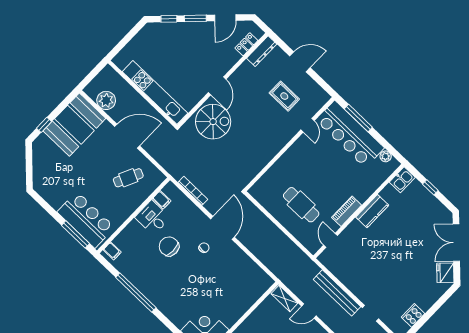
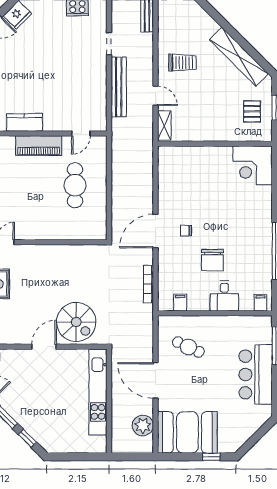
spiral stairs: (213, 122) -> (76, 322), turned 180
piano: (347, 211) -> (39, 146), width x1.37, depth x1.33
desk: (153, 218) -> (224, 296), moved
bar counter: (86, 220) -> (256, 374), moved

